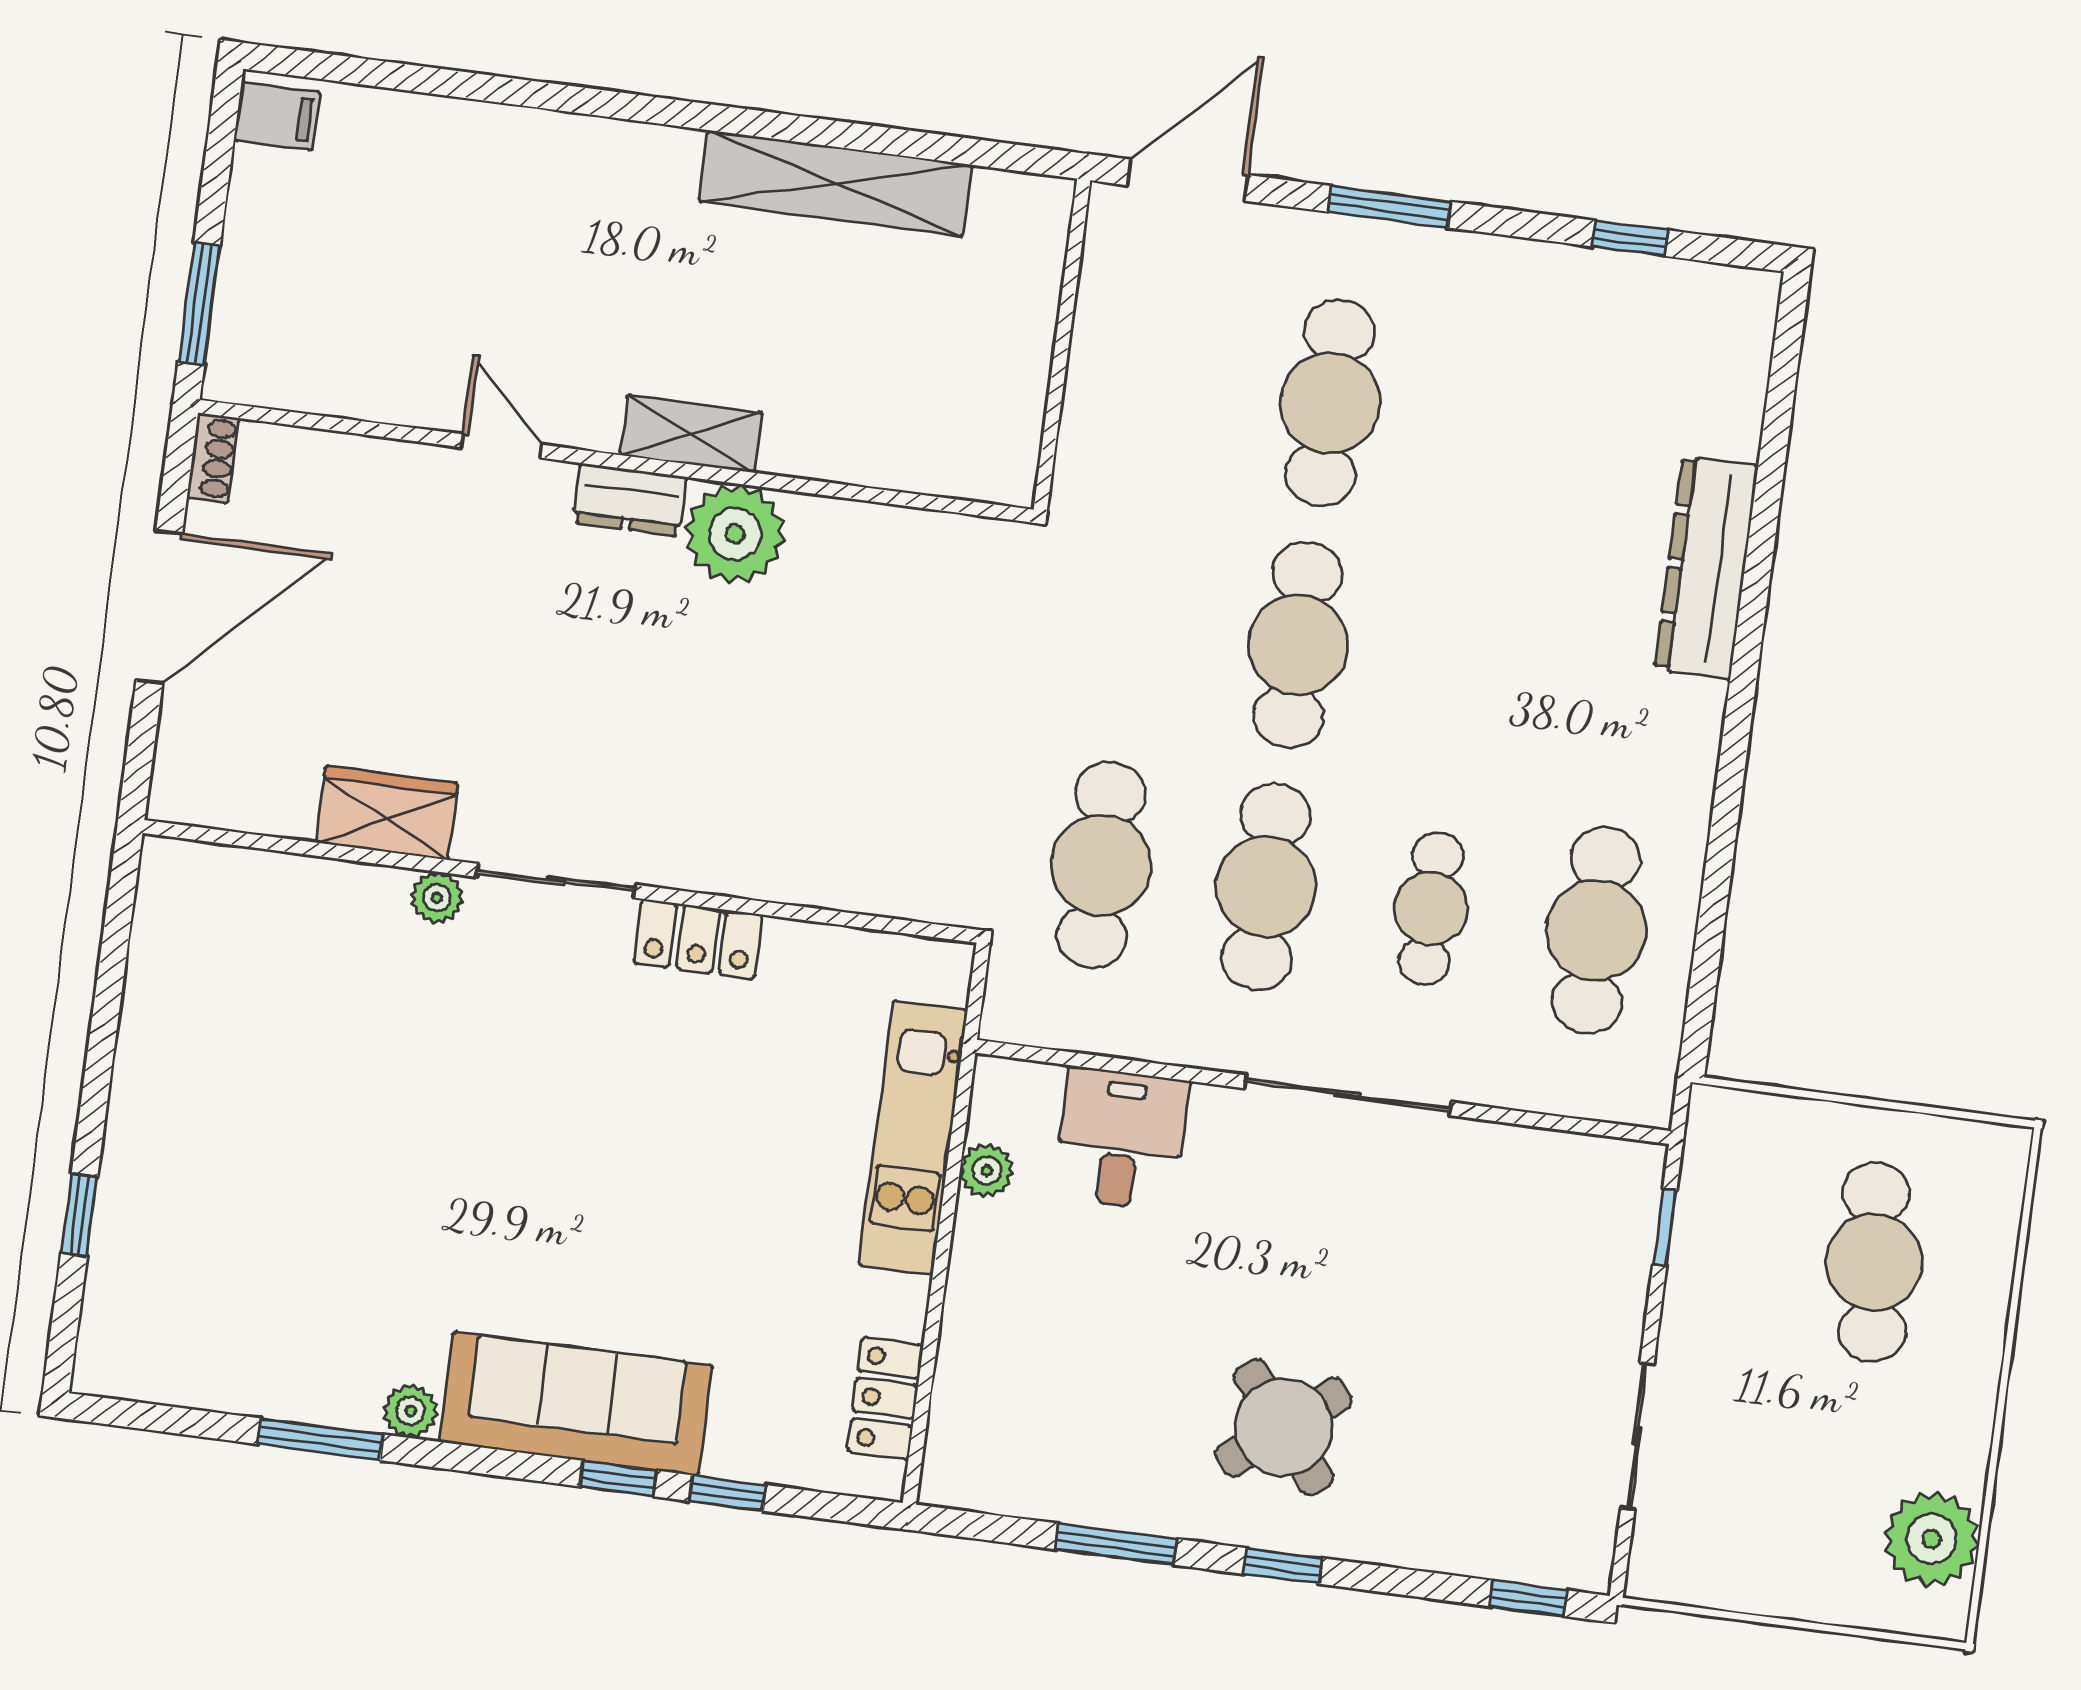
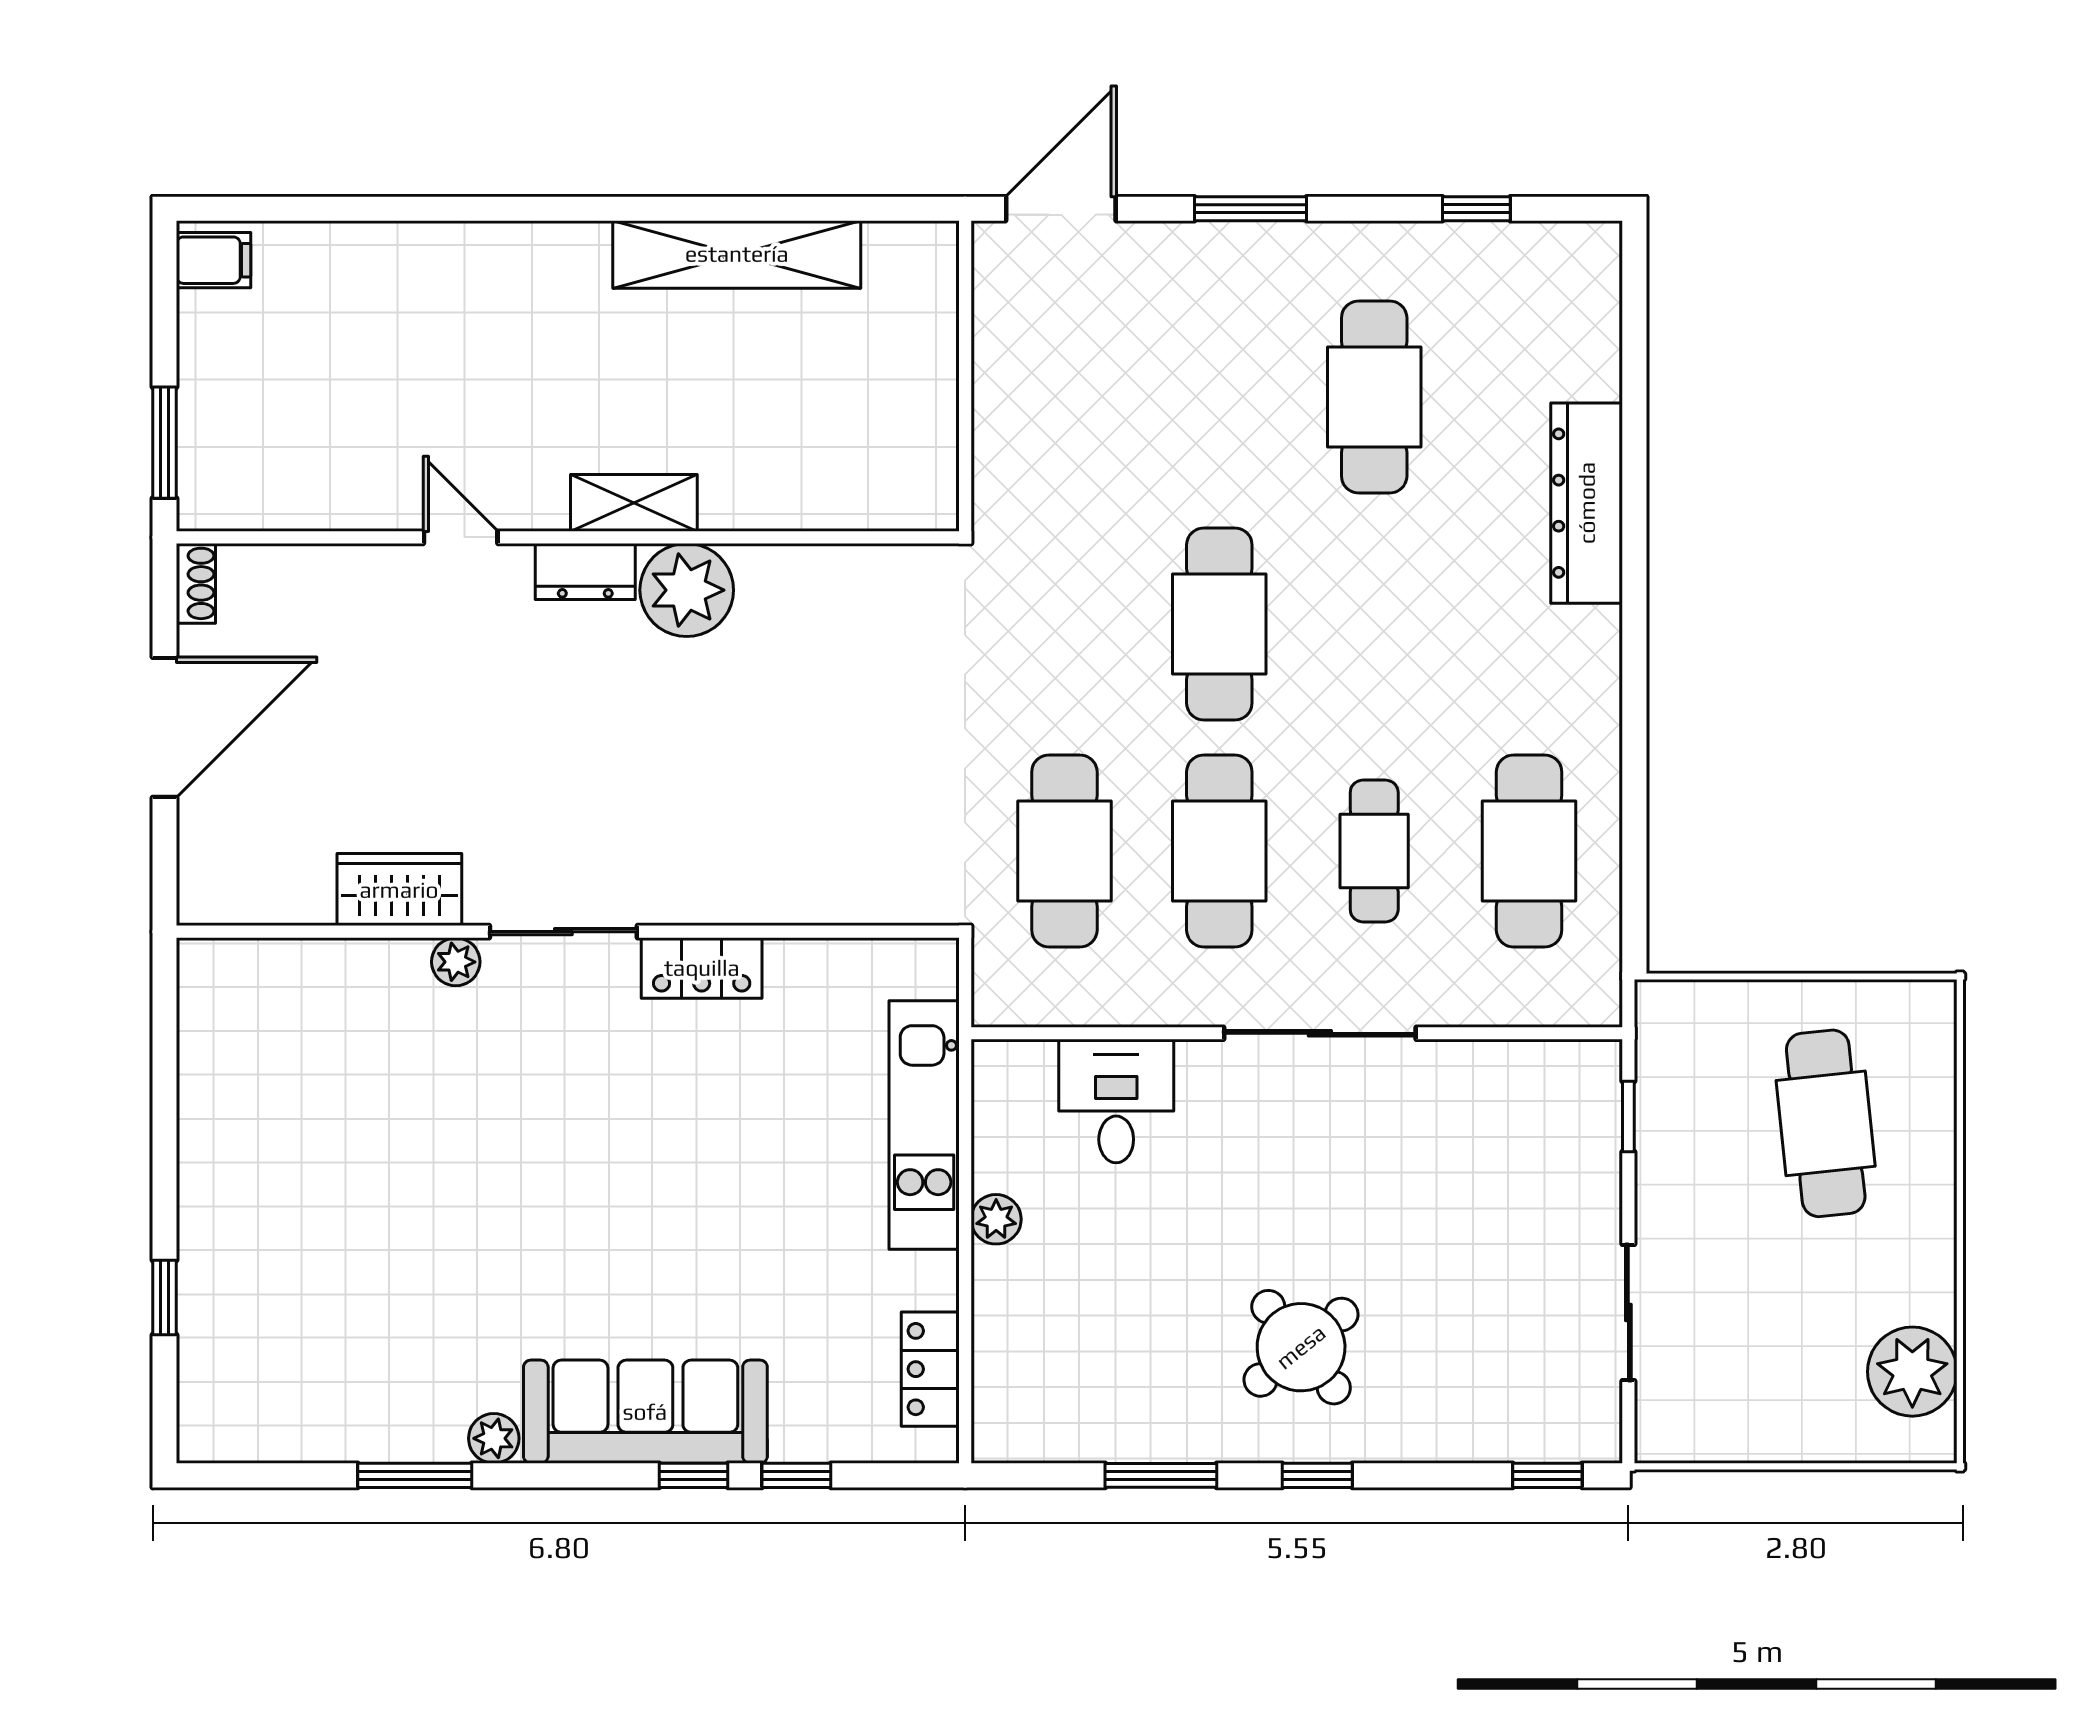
cafe table: (1330, 403) -> (1374, 397), moved
plant: (987, 1170) -> (996, 1219), moved

